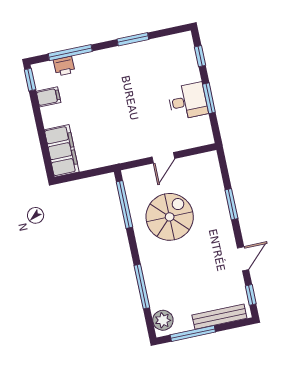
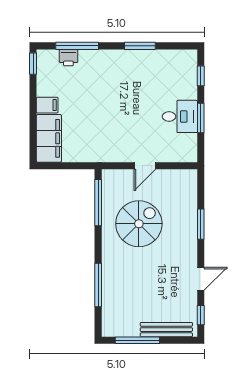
filing cabinet: (48, 97) -> (47, 105), moved
plant: (163, 320) -> (111, 321), removed

